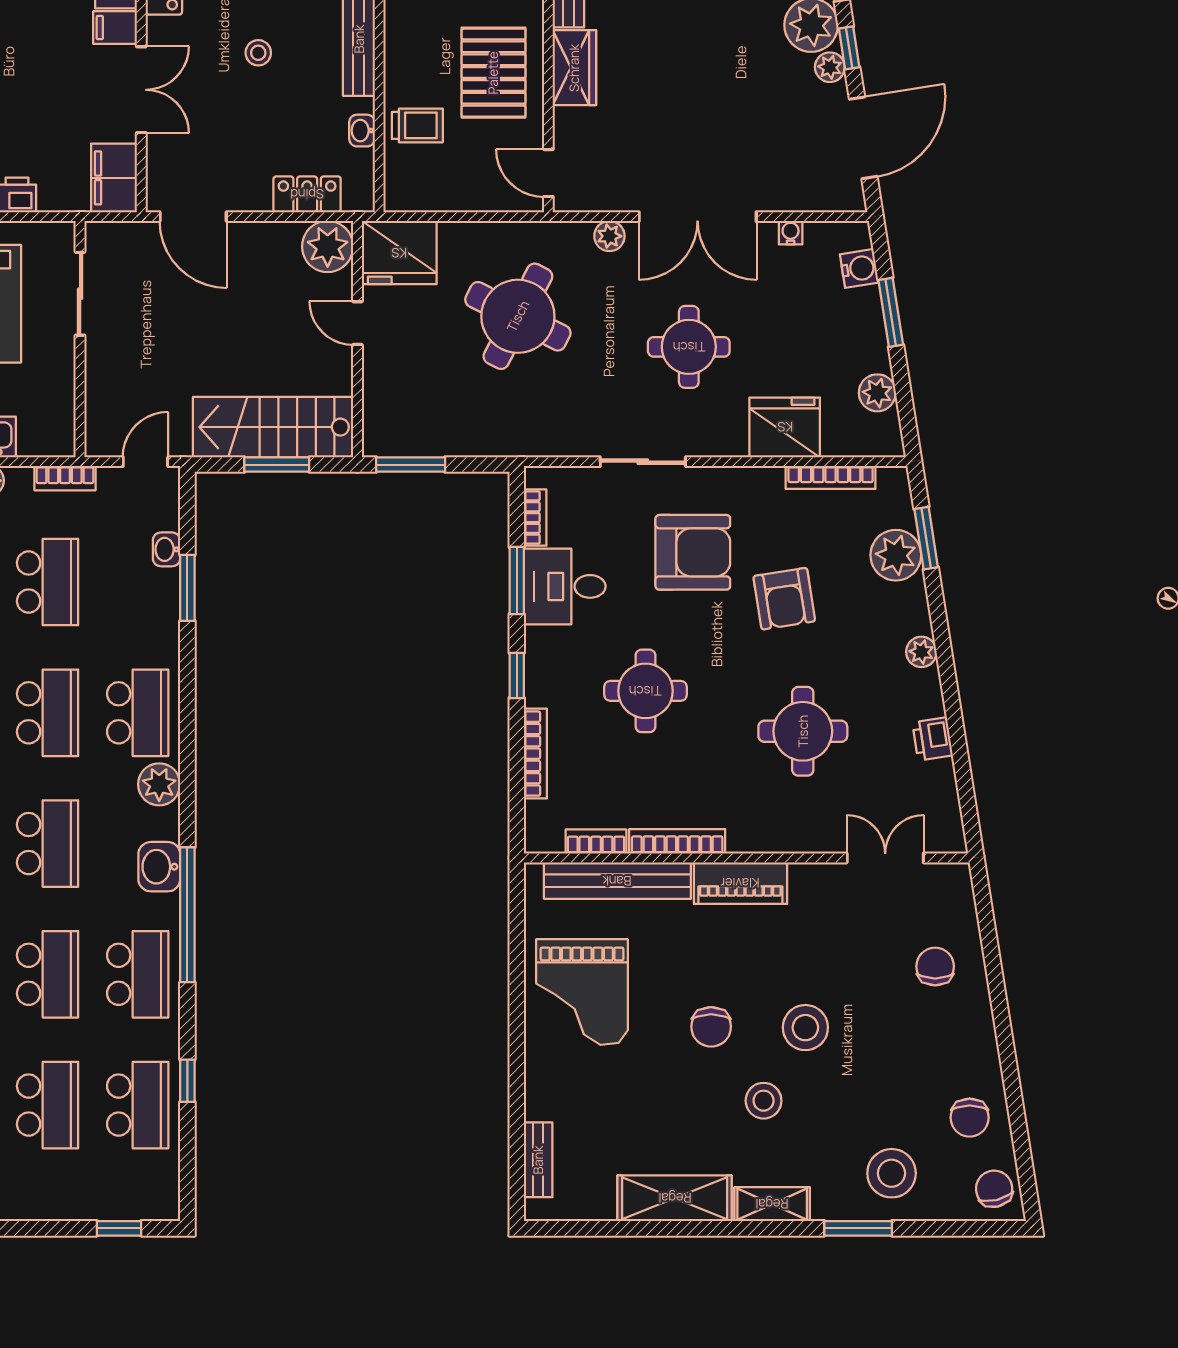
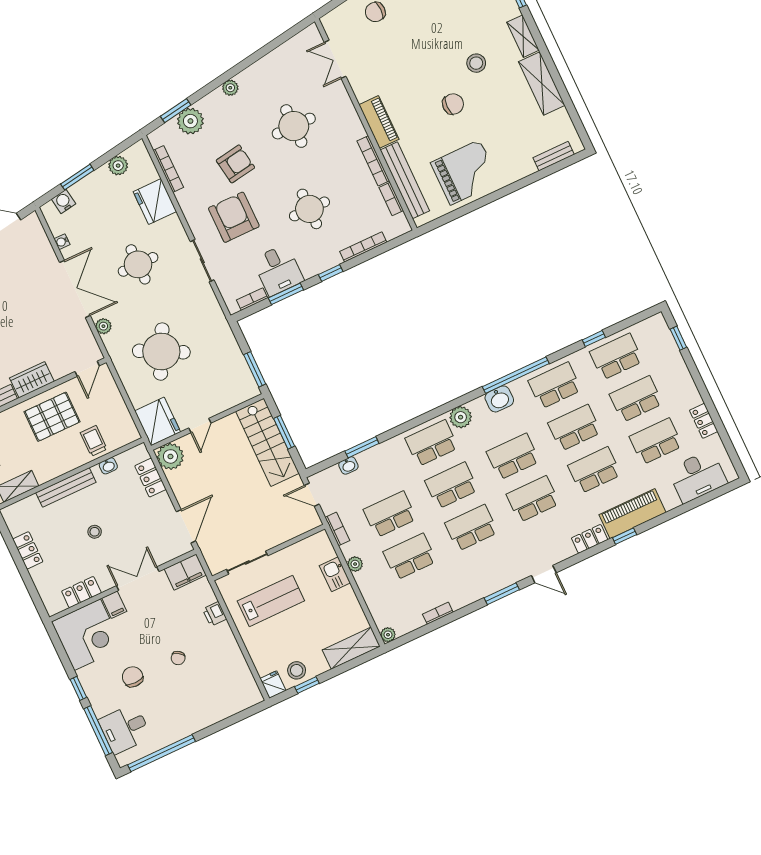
printer: (933, 739) -> (269, 63), removed
stool: (805, 1028) -> (433, 60), removed

